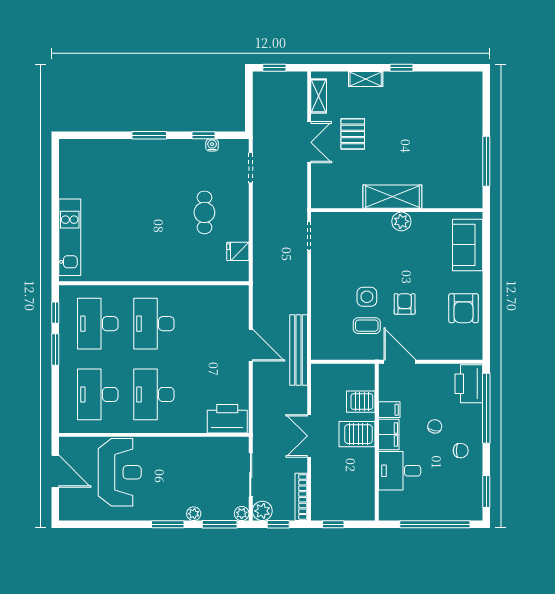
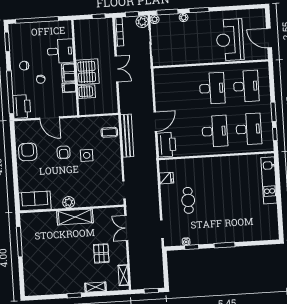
double door: (309, 142) -> (126, 228), moved
sofa: (468, 245) -> (35, 201), moved, turned -90
coffee table: (367, 326) -> (109, 132), moved
door: (251, 345) -> (155, 122), swing flipped
bench: (299, 350) -> (127, 136), moved
door: (400, 362) -> (50, 118), moved
printer: (227, 419) -> (167, 145), moved, turned -90
server rack: (357, 434) -> (88, 72), width x1.60

